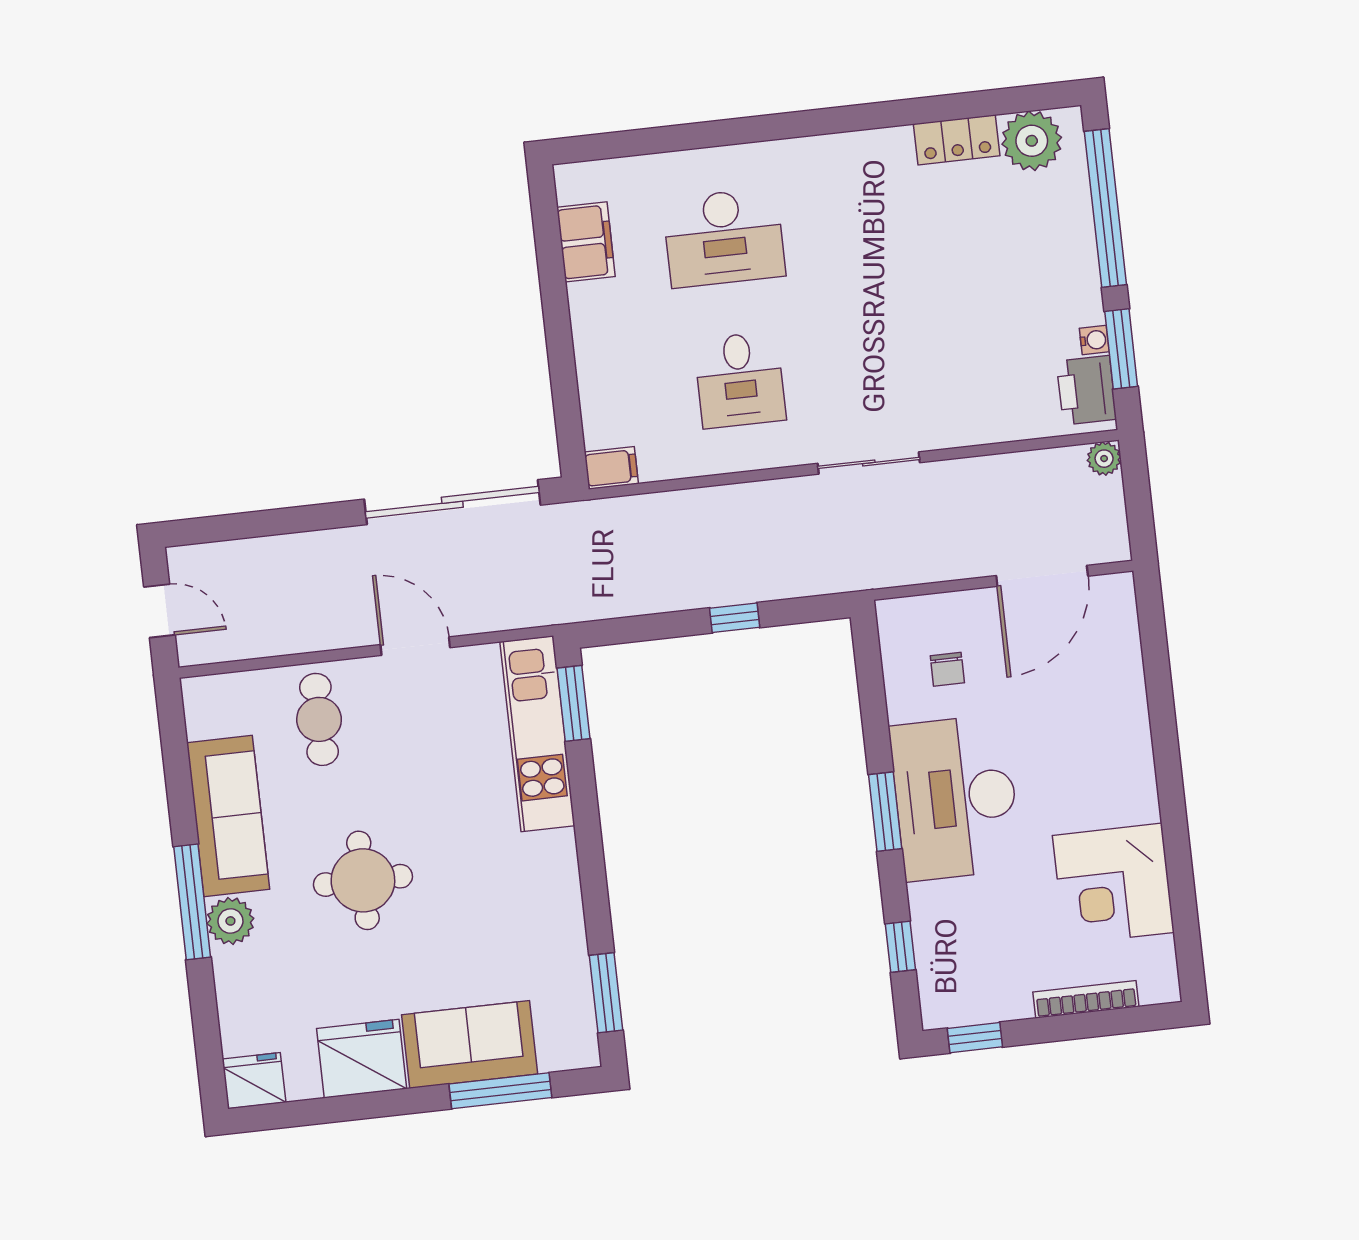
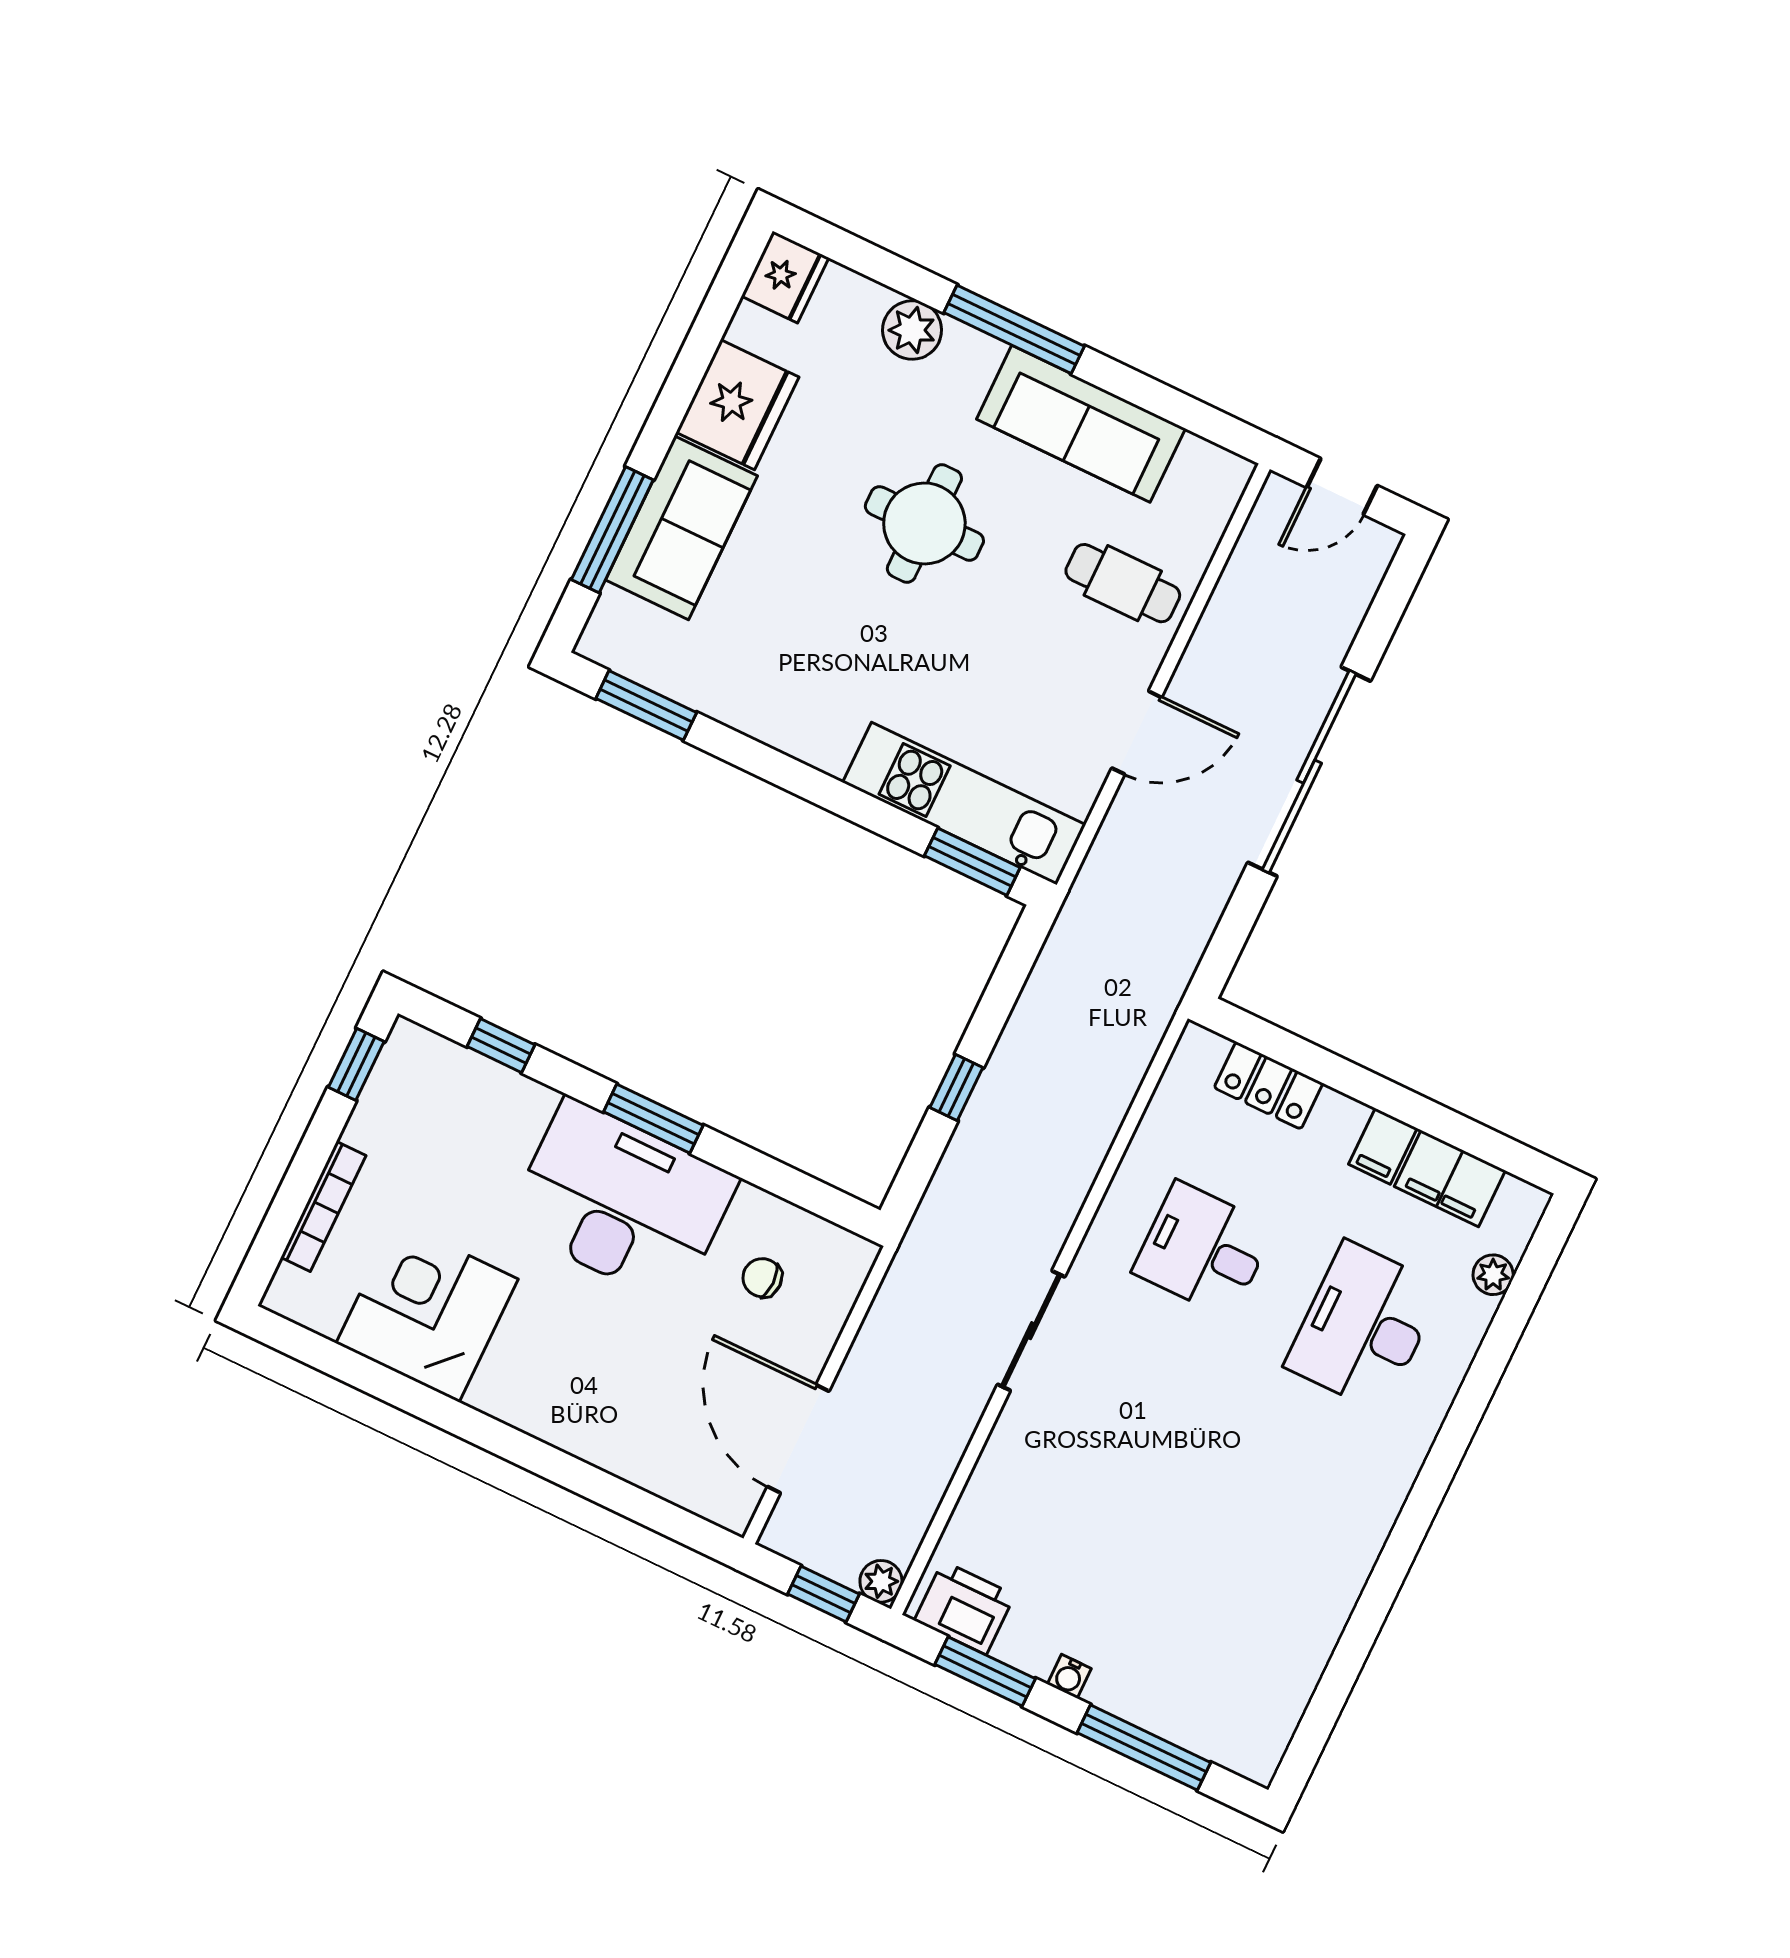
locker: (957, 140) -> (1269, 1085), moved, turned -90
plant: (1032, 141) -> (1493, 1275), moved, width x0.53, depth x0.53
window: (1105, 208) -> (1144, 1748), width x0.68
water cooler: (1094, 340) -> (1069, 1676), moved
filing cabinet: (611, 468) -> (1383, 1146), moved
window: (1137, 492) -> (823, 1594), added
sliding door: (452, 502) -> (1309, 772), moved
plant: (230, 921) -> (912, 330), moved

